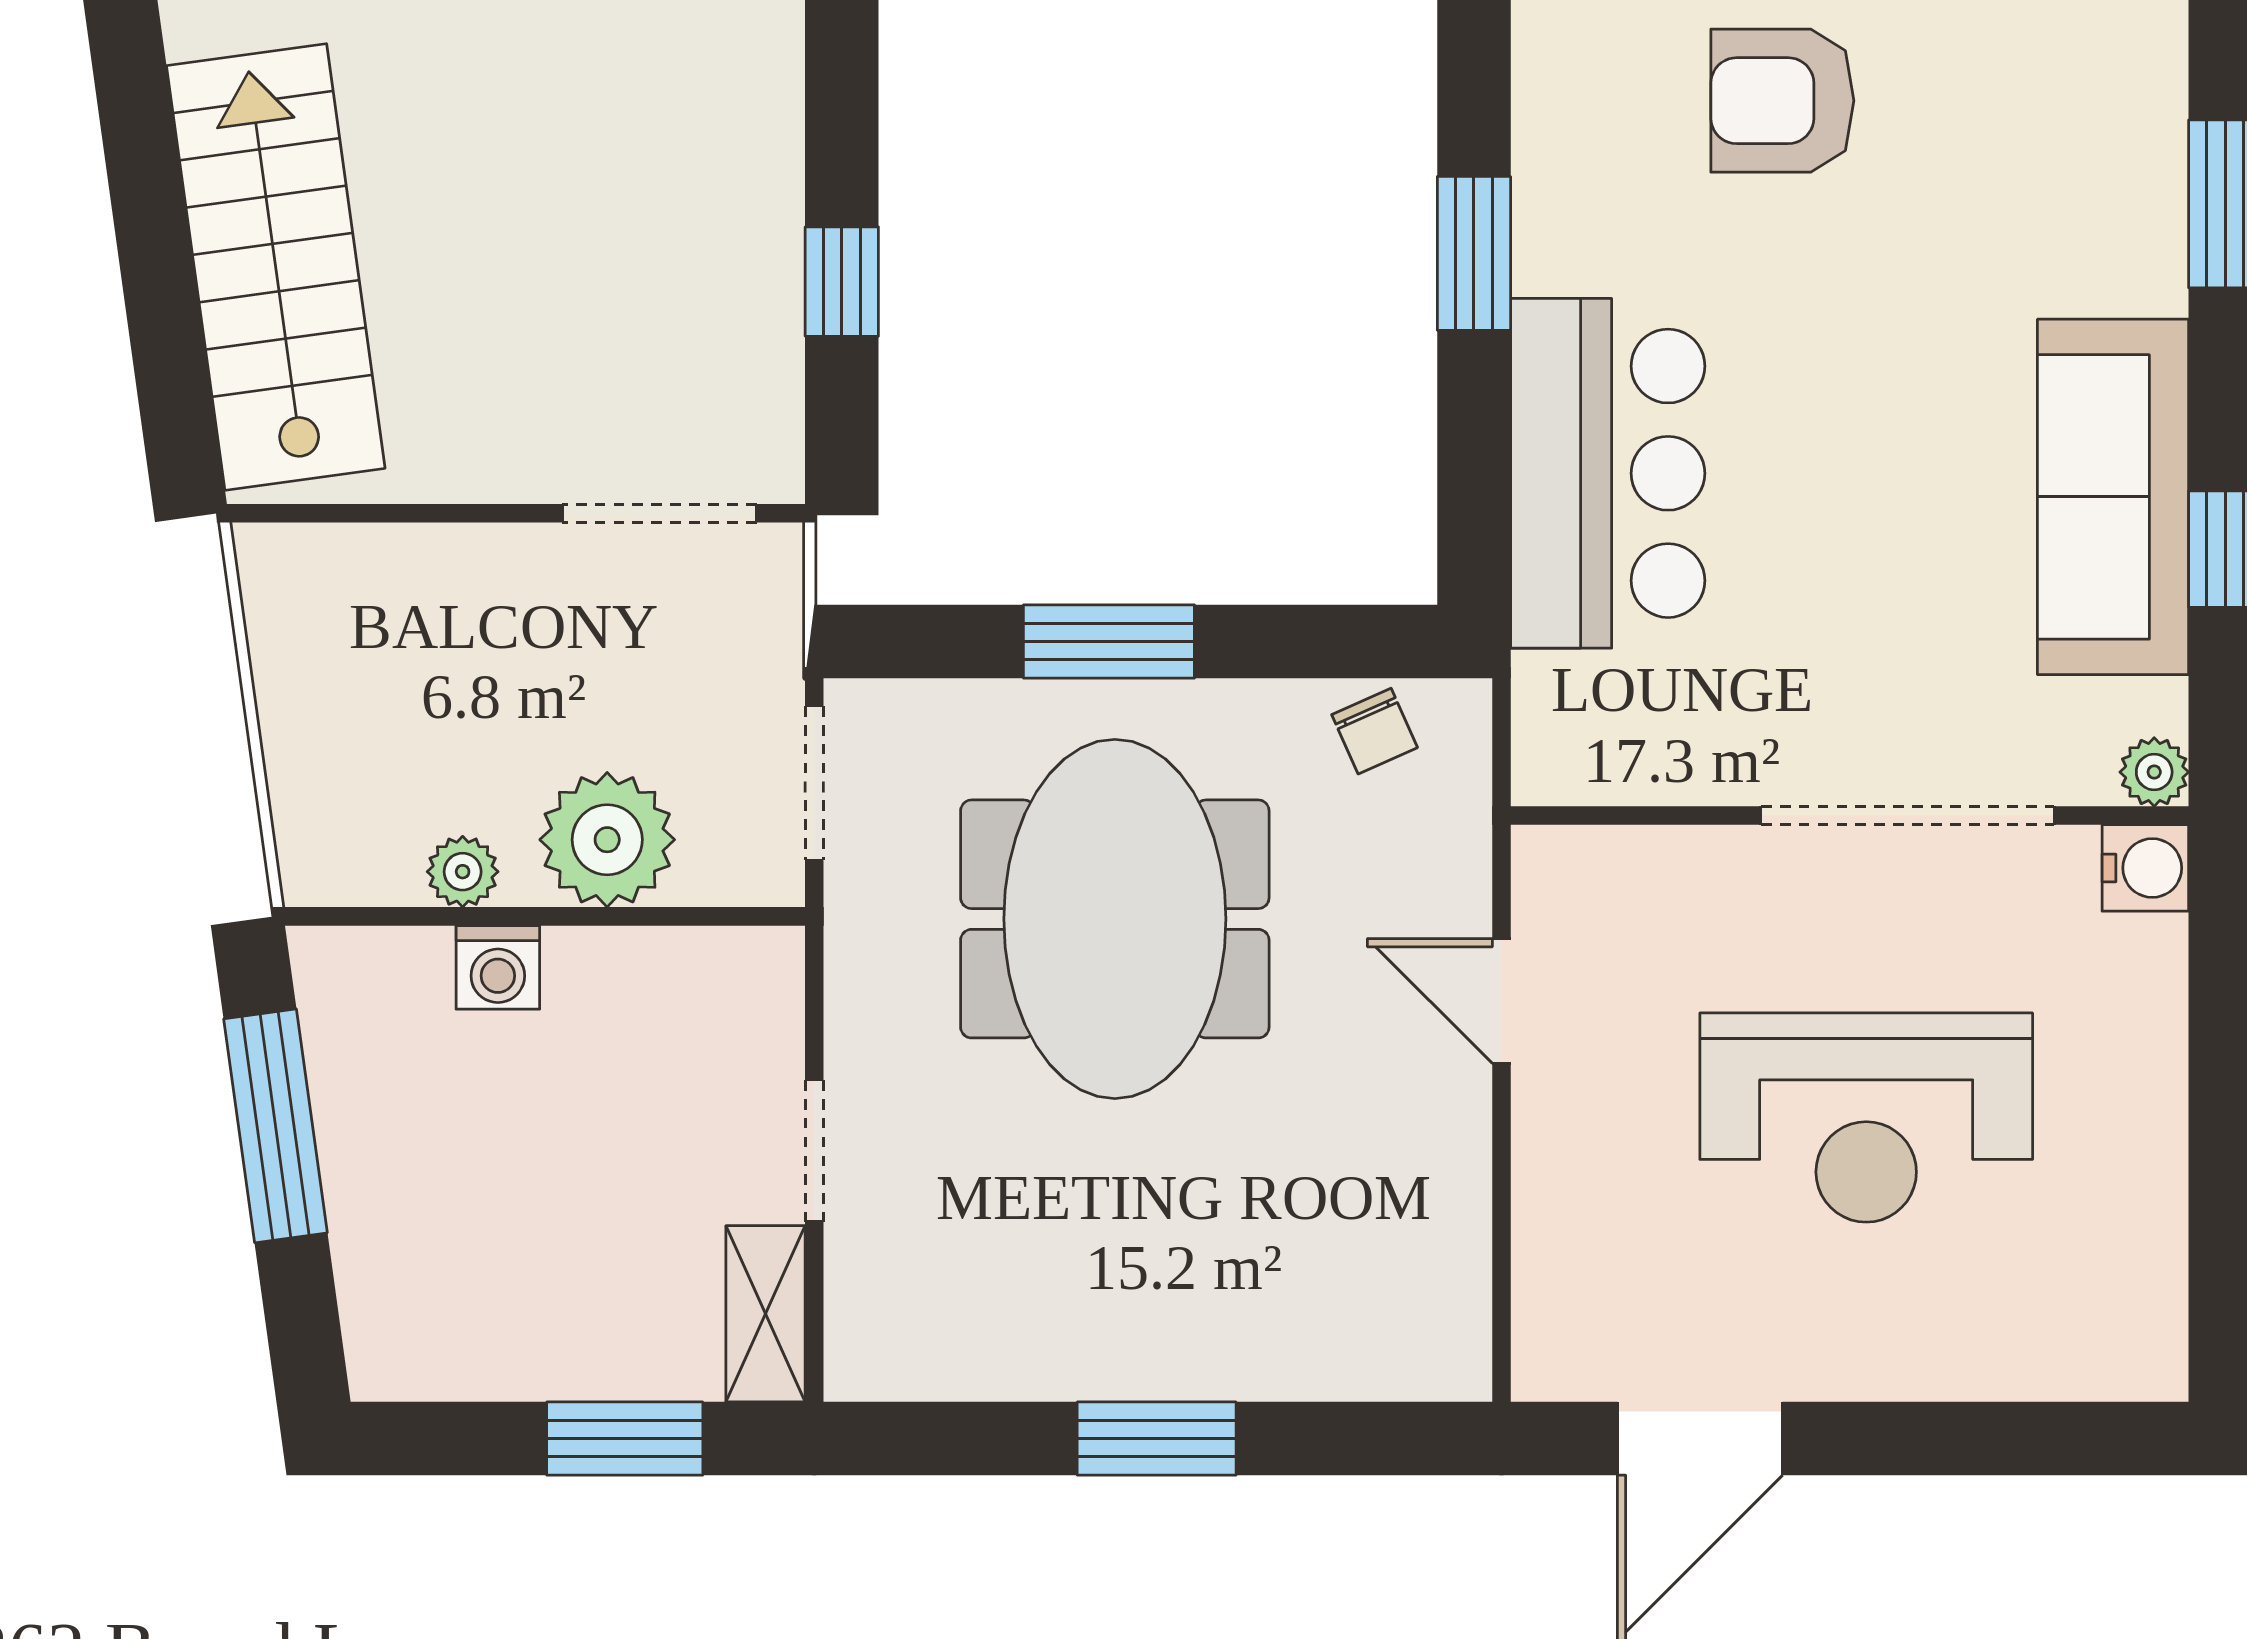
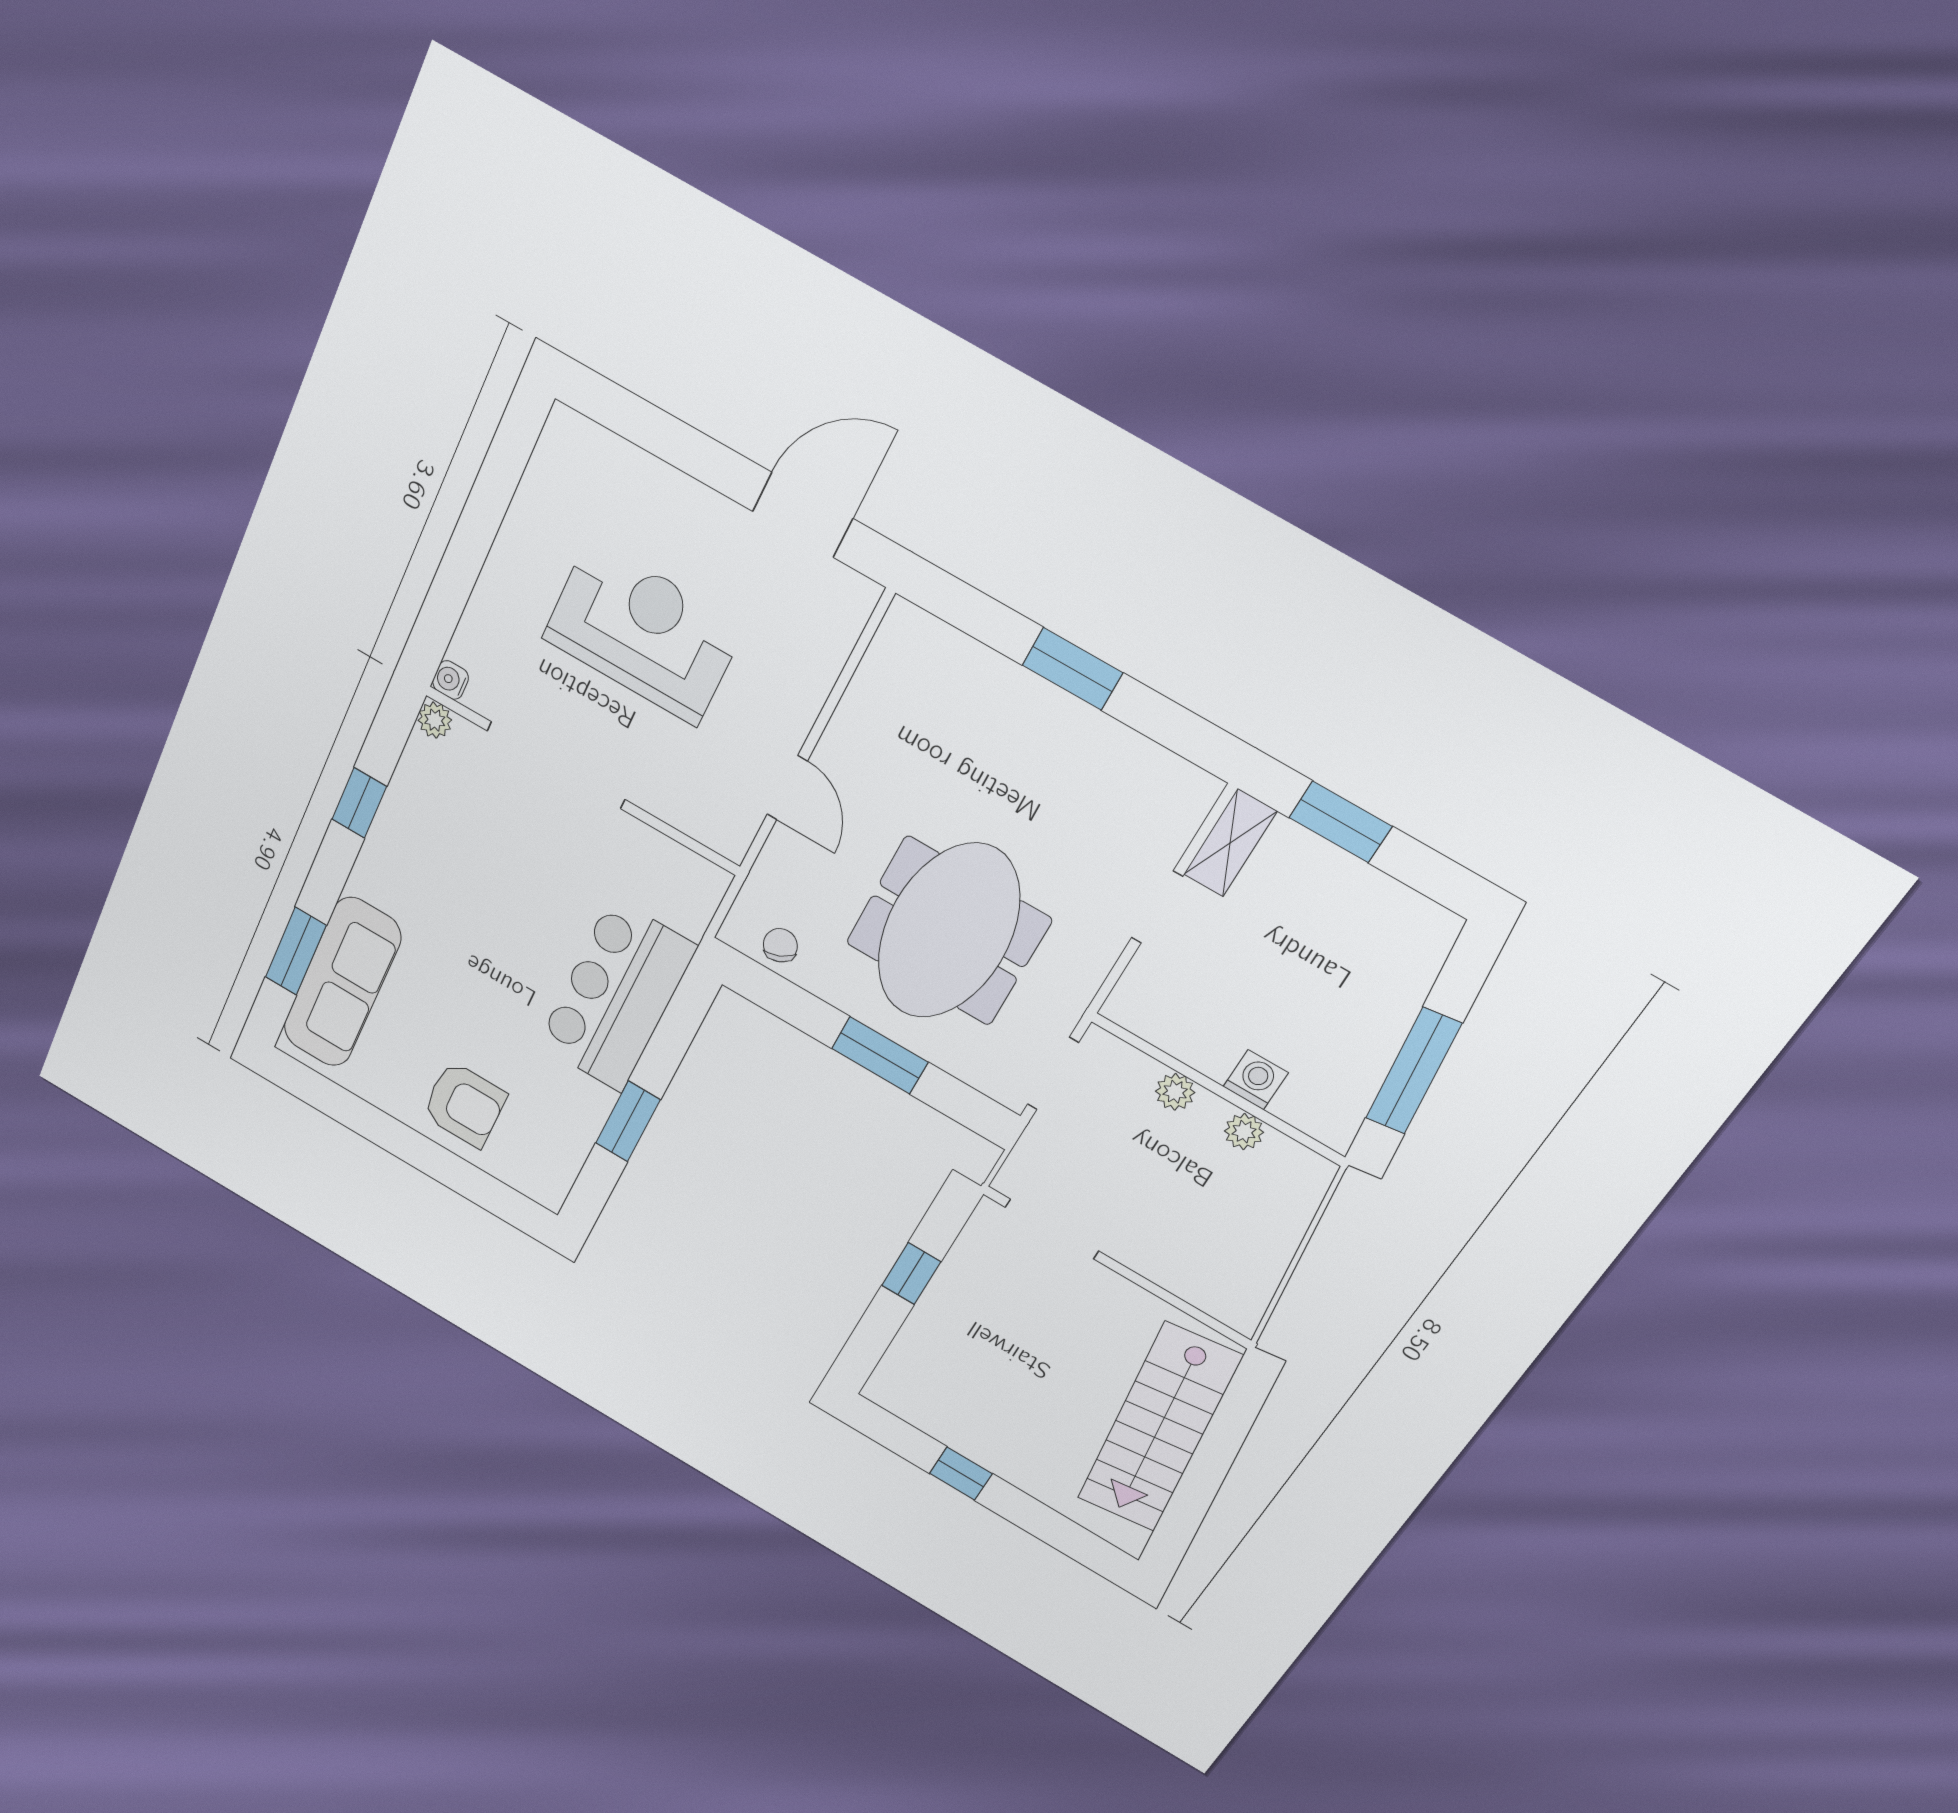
sofa: (2113, 497) -> (342, 983), moved
plant: (607, 840) -> (1175, 1092), width x0.53, depth x0.53
water cooler: (2145, 868) -> (451, 680), width x0.72, depth x0.72

